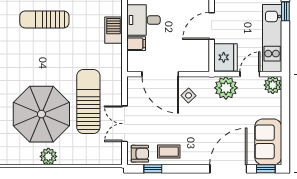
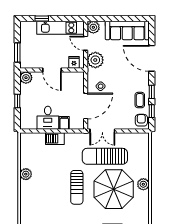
sun lounger: (44, 19) -> (77, 187), moved
fridge: (226, 57) -> (74, 62), width x0.53, depth x0.75
double door: (125, 124) -> (102, 131), moved
sofa: (268, 142) -> (127, 30), width x1.36
window: (266, 169) -> (152, 92), moved

